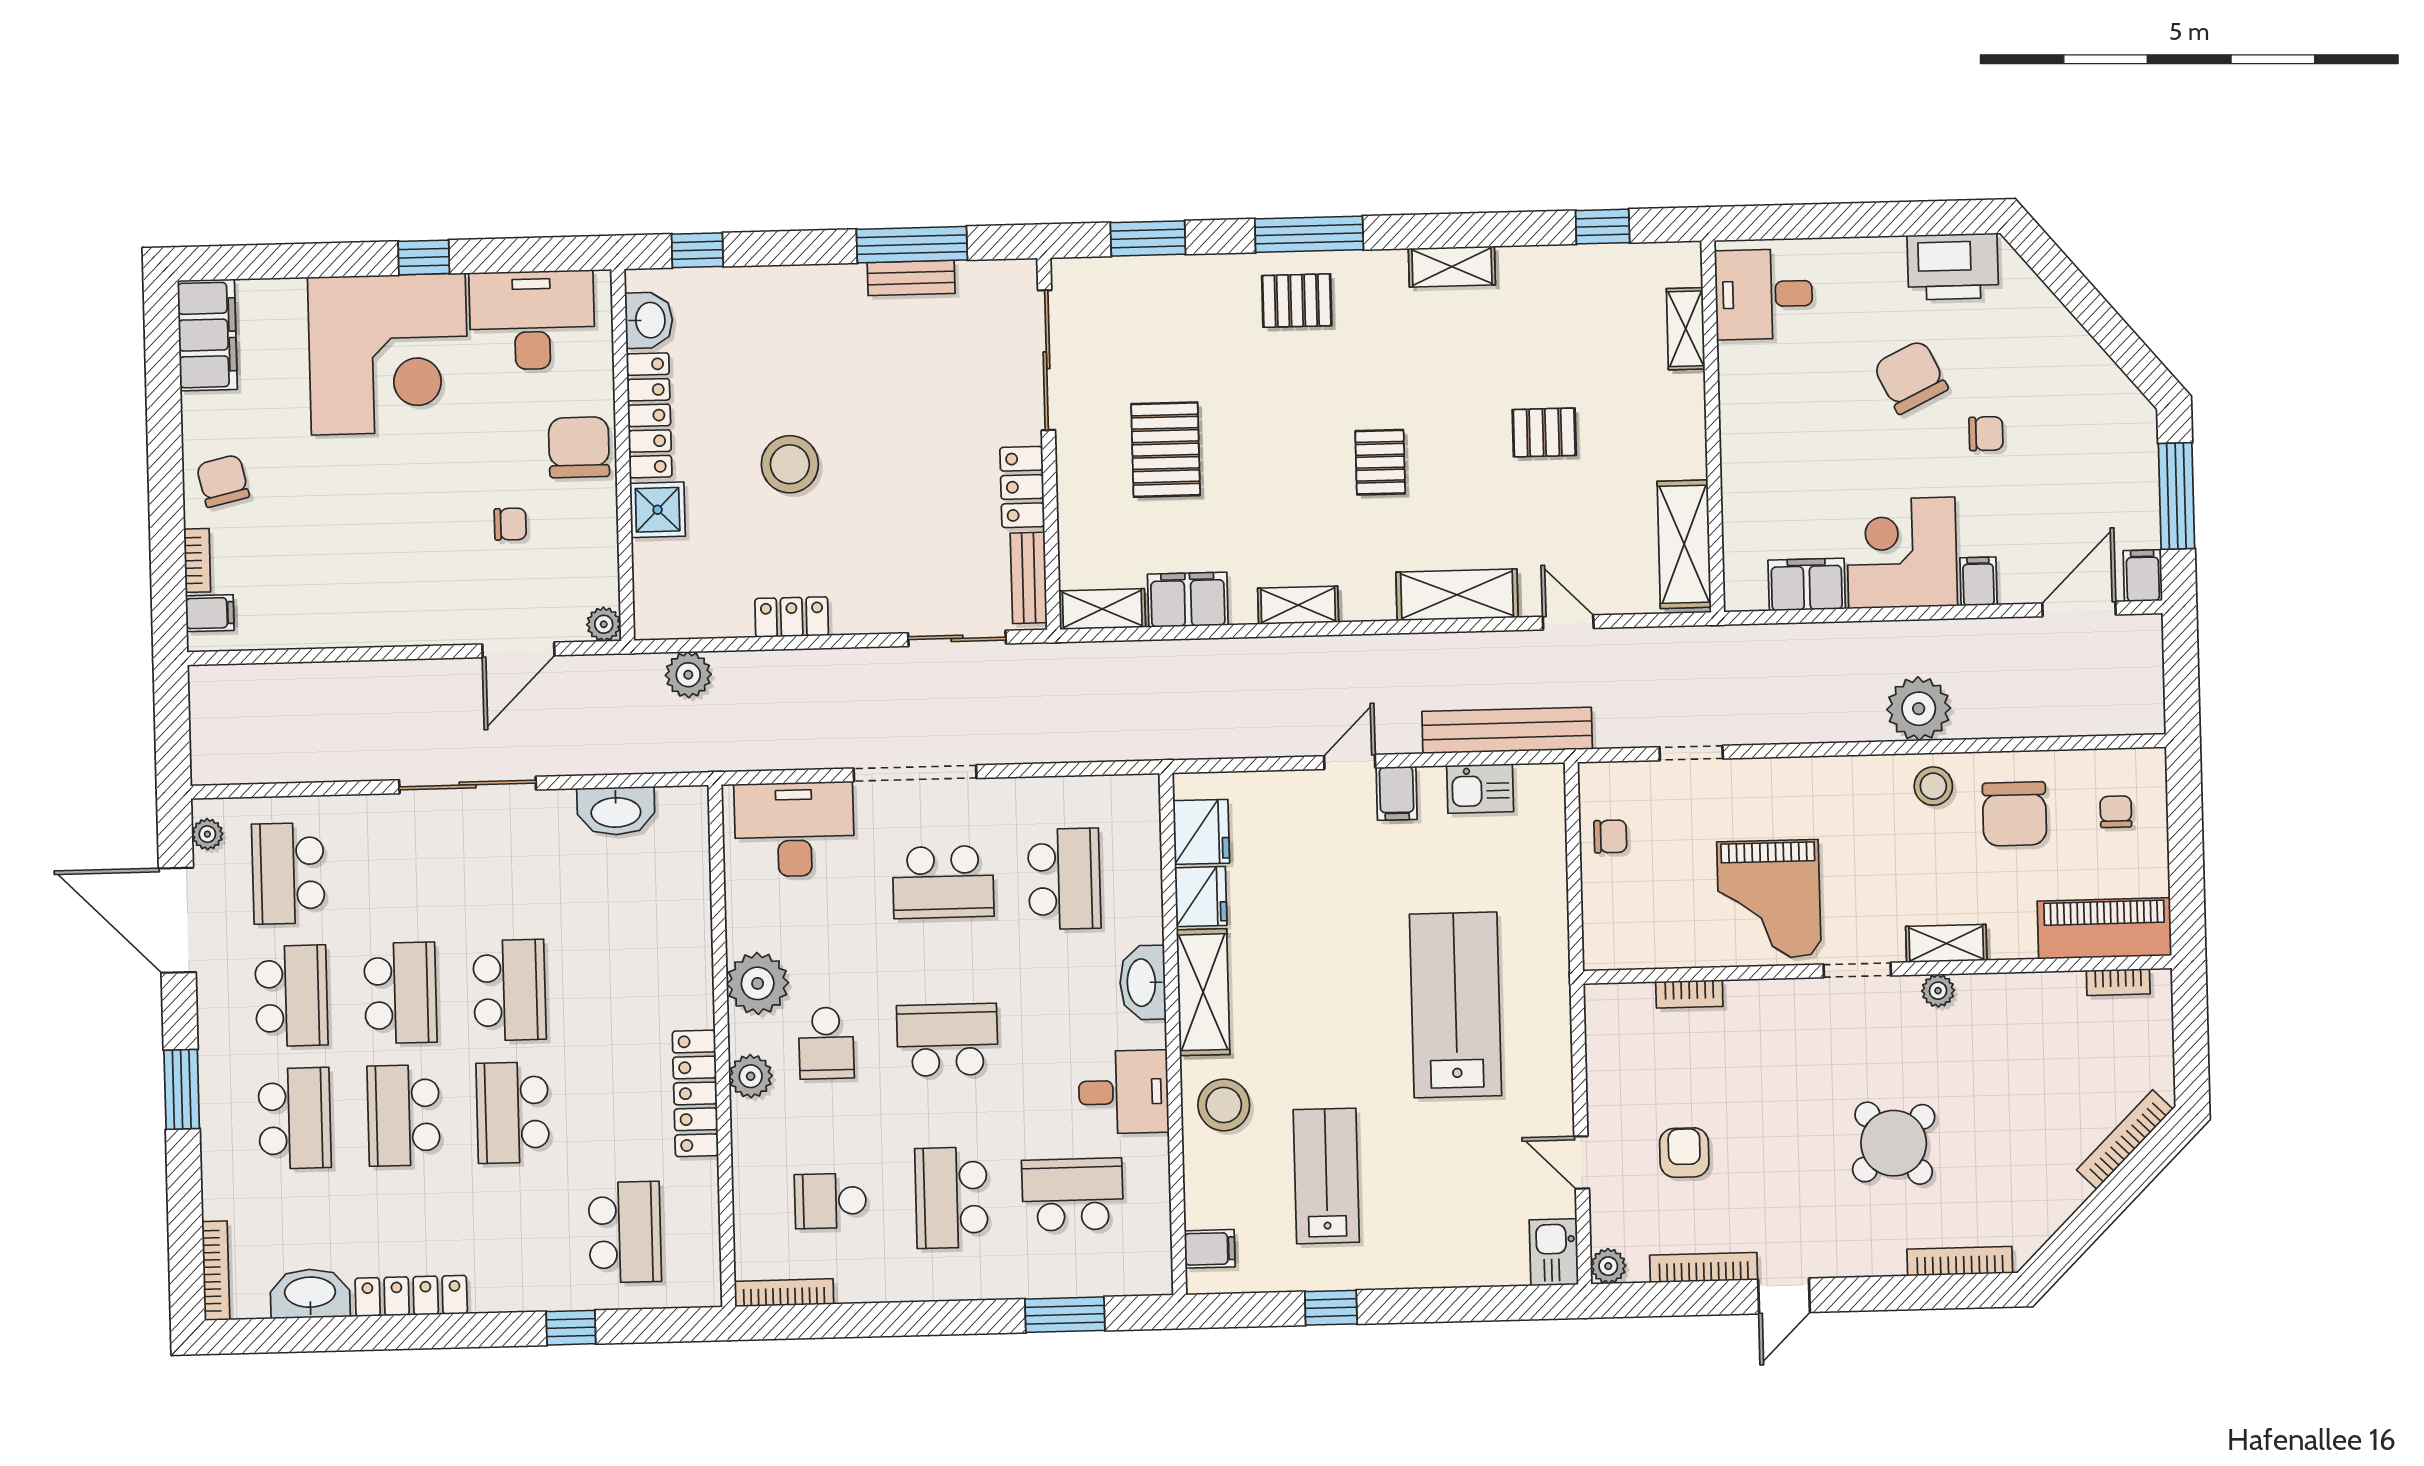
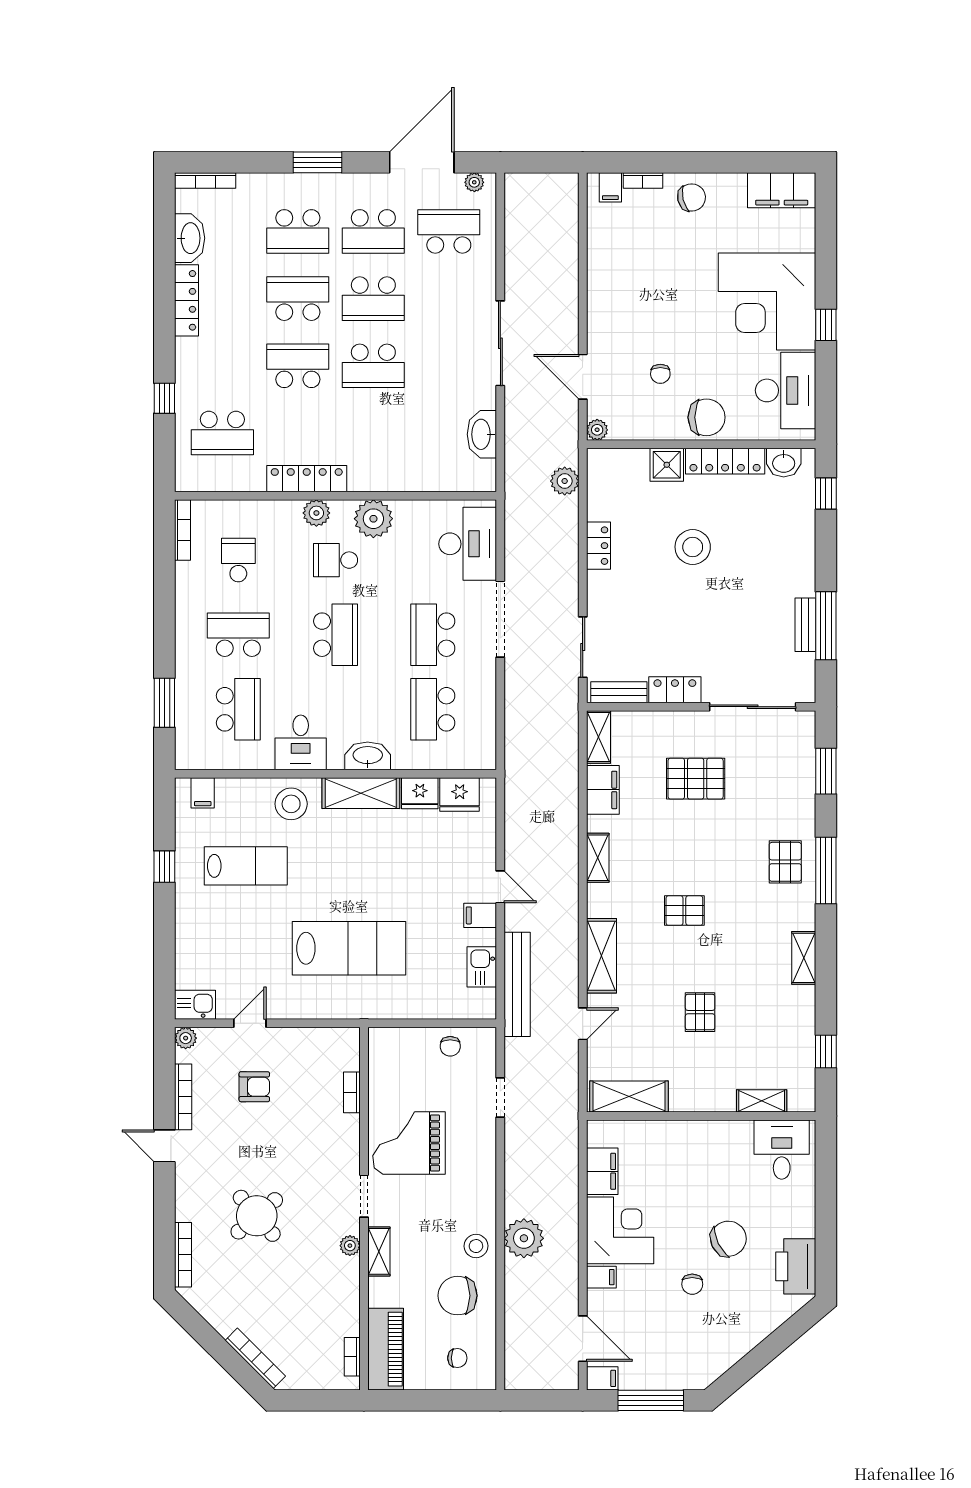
school desk: (1064, 879) -> (433, 709), turned 90

